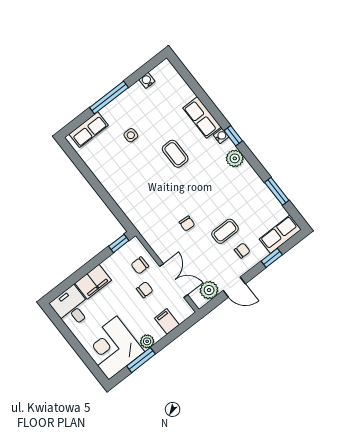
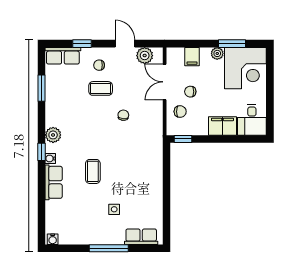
water cooler: (147, 80) -> (53, 239), moved

